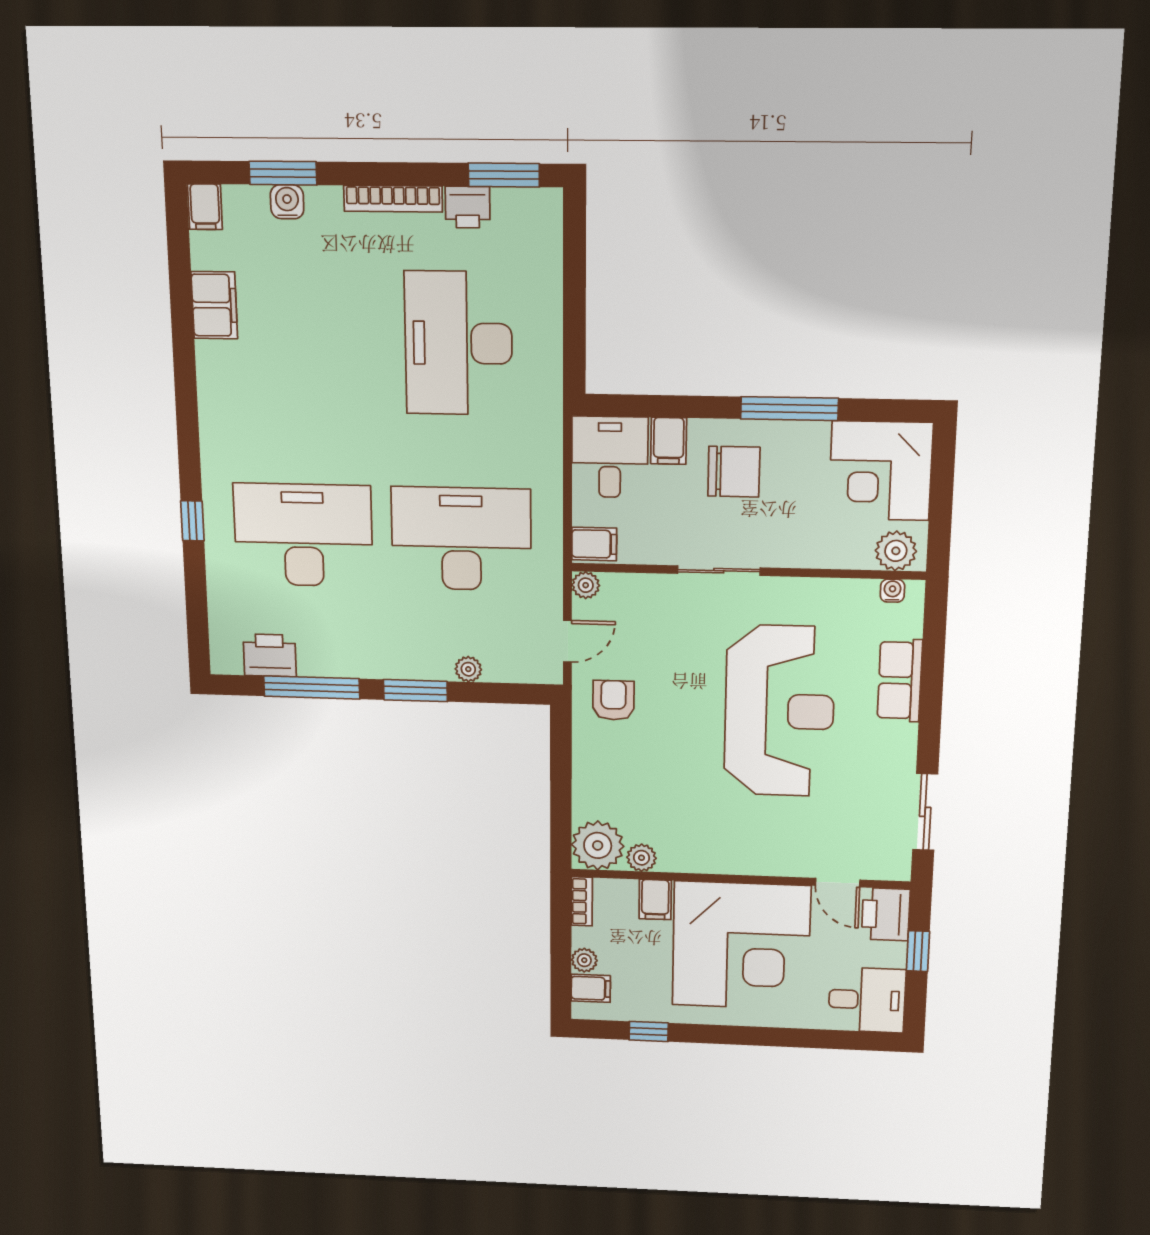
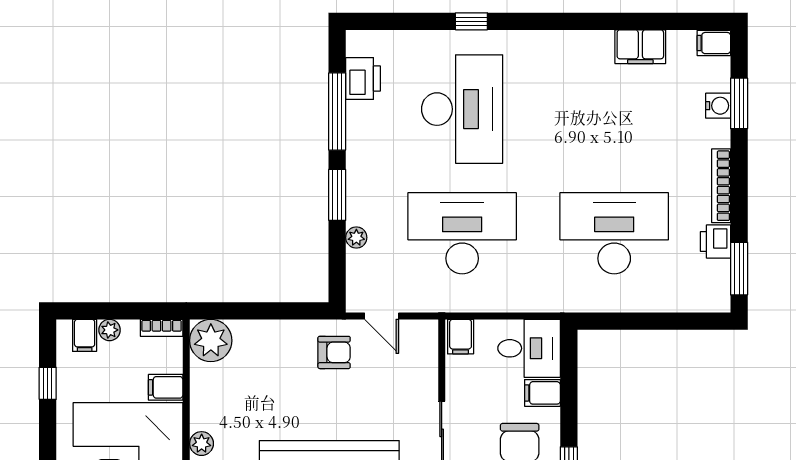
desk: (461, 539) -> (462, 233), turned -90
plant: (586, 585) -> (427, 330), removed
plant: (641, 858) -> (202, 444), moved

